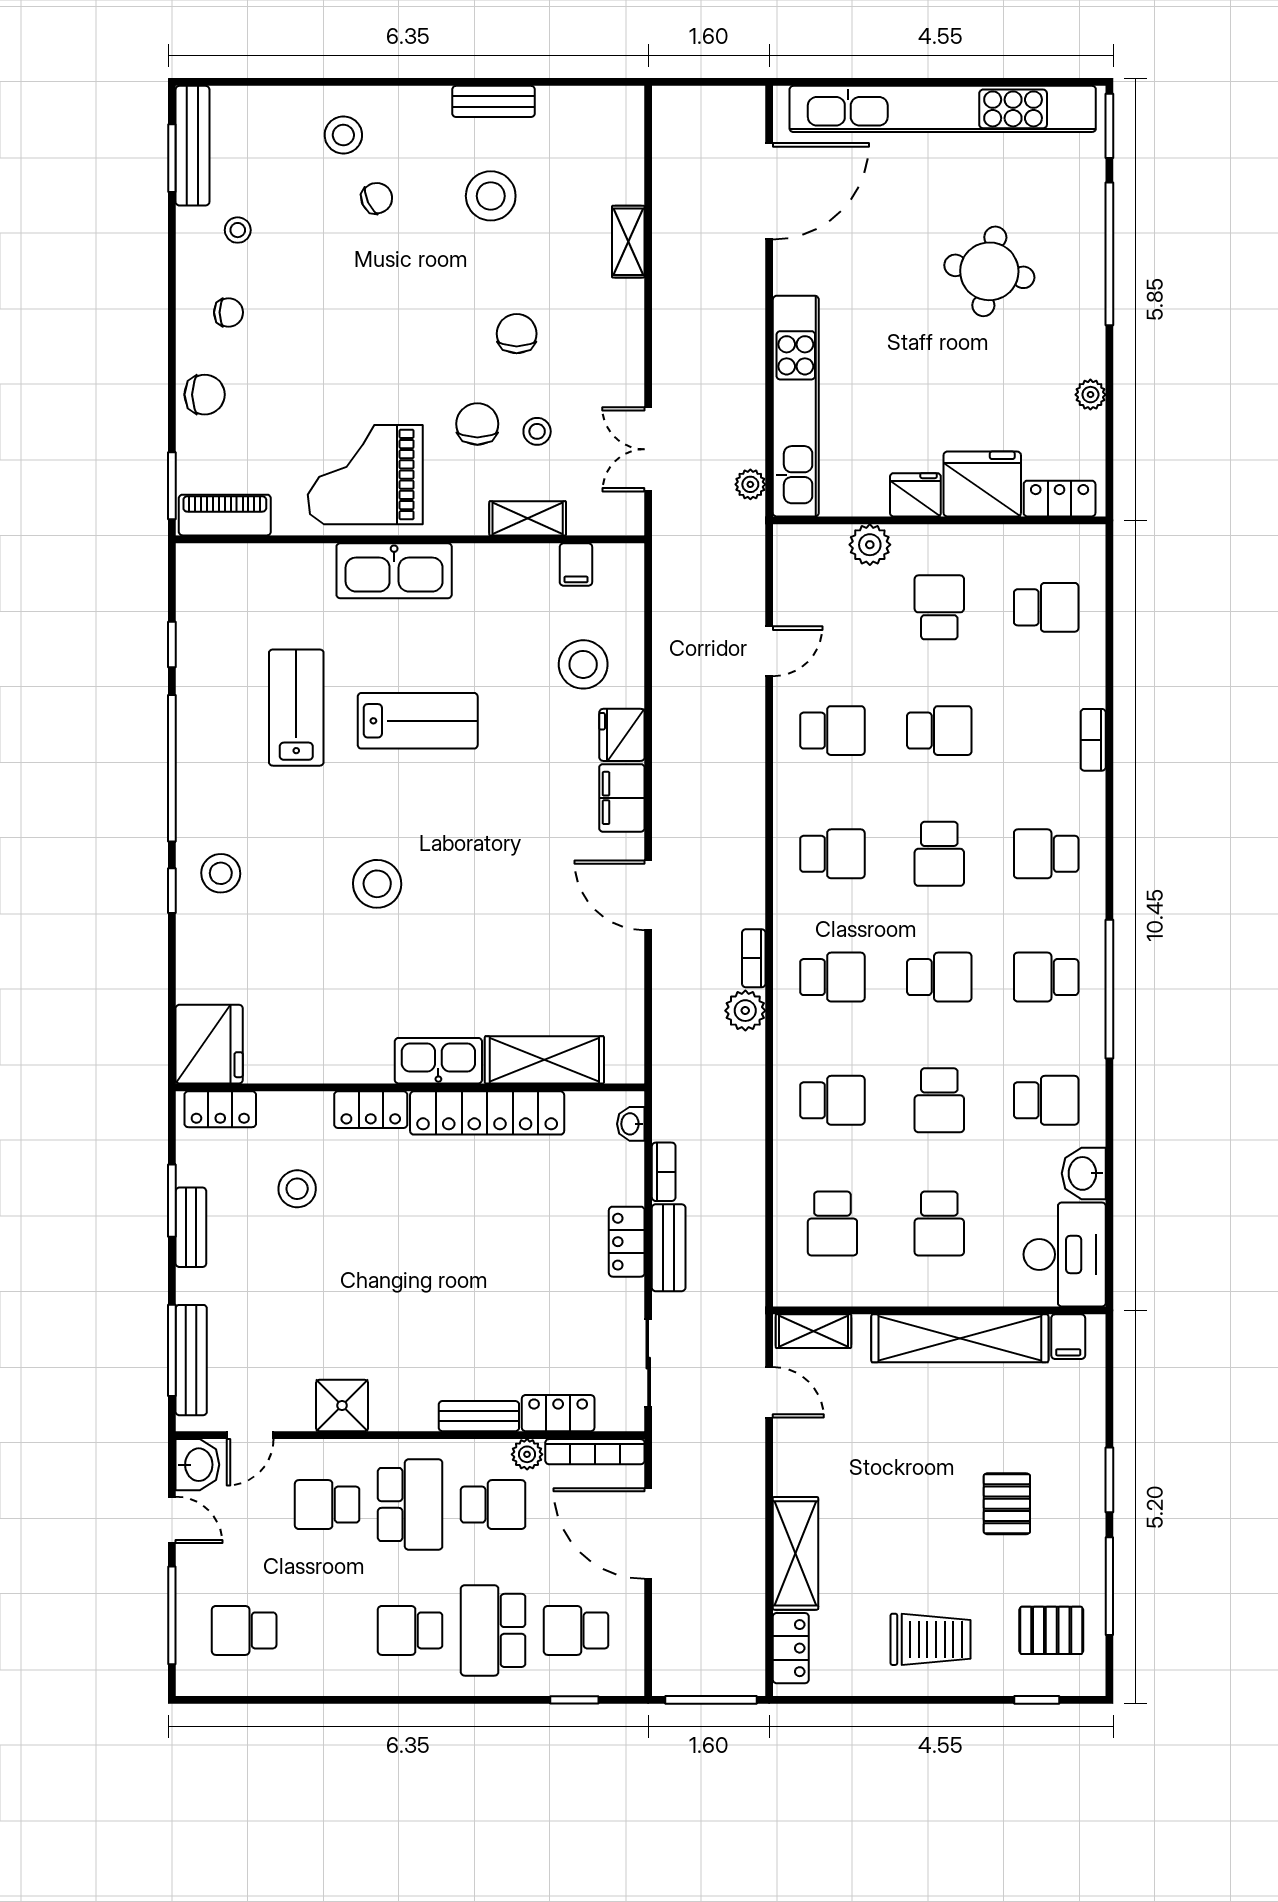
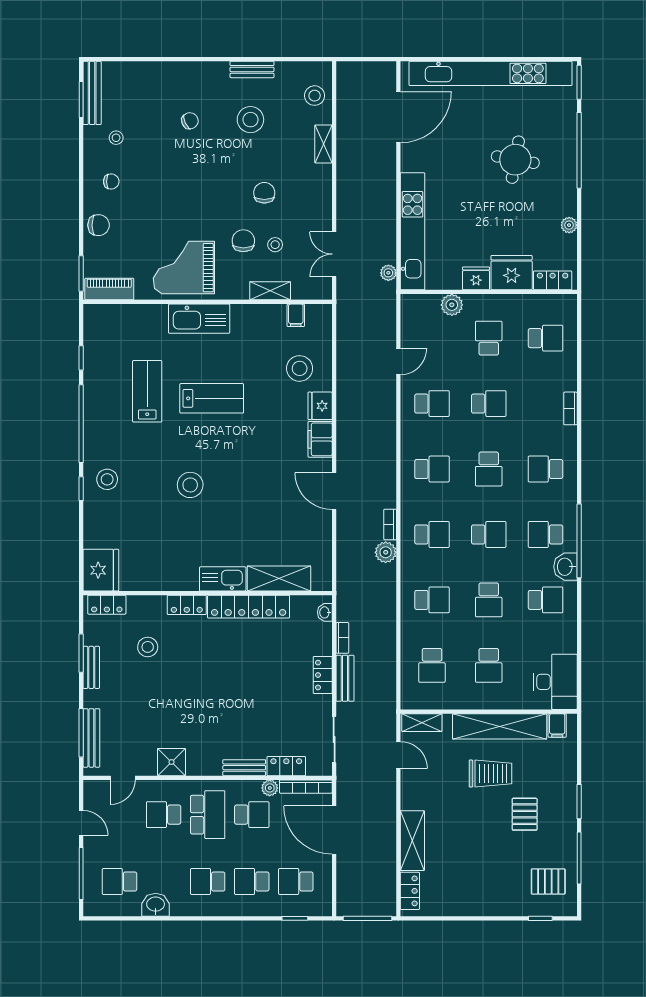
stool: (343, 135) -> (315, 96), moved
washbasin: (1084, 1173) -> (565, 567), moved
washbasin: (197, 1465) -> (156, 905), moved, turned -90
school desk: (493, 1630) -> (252, 881), width x0.54
trolley: (930, 1639) -> (490, 774), moved

